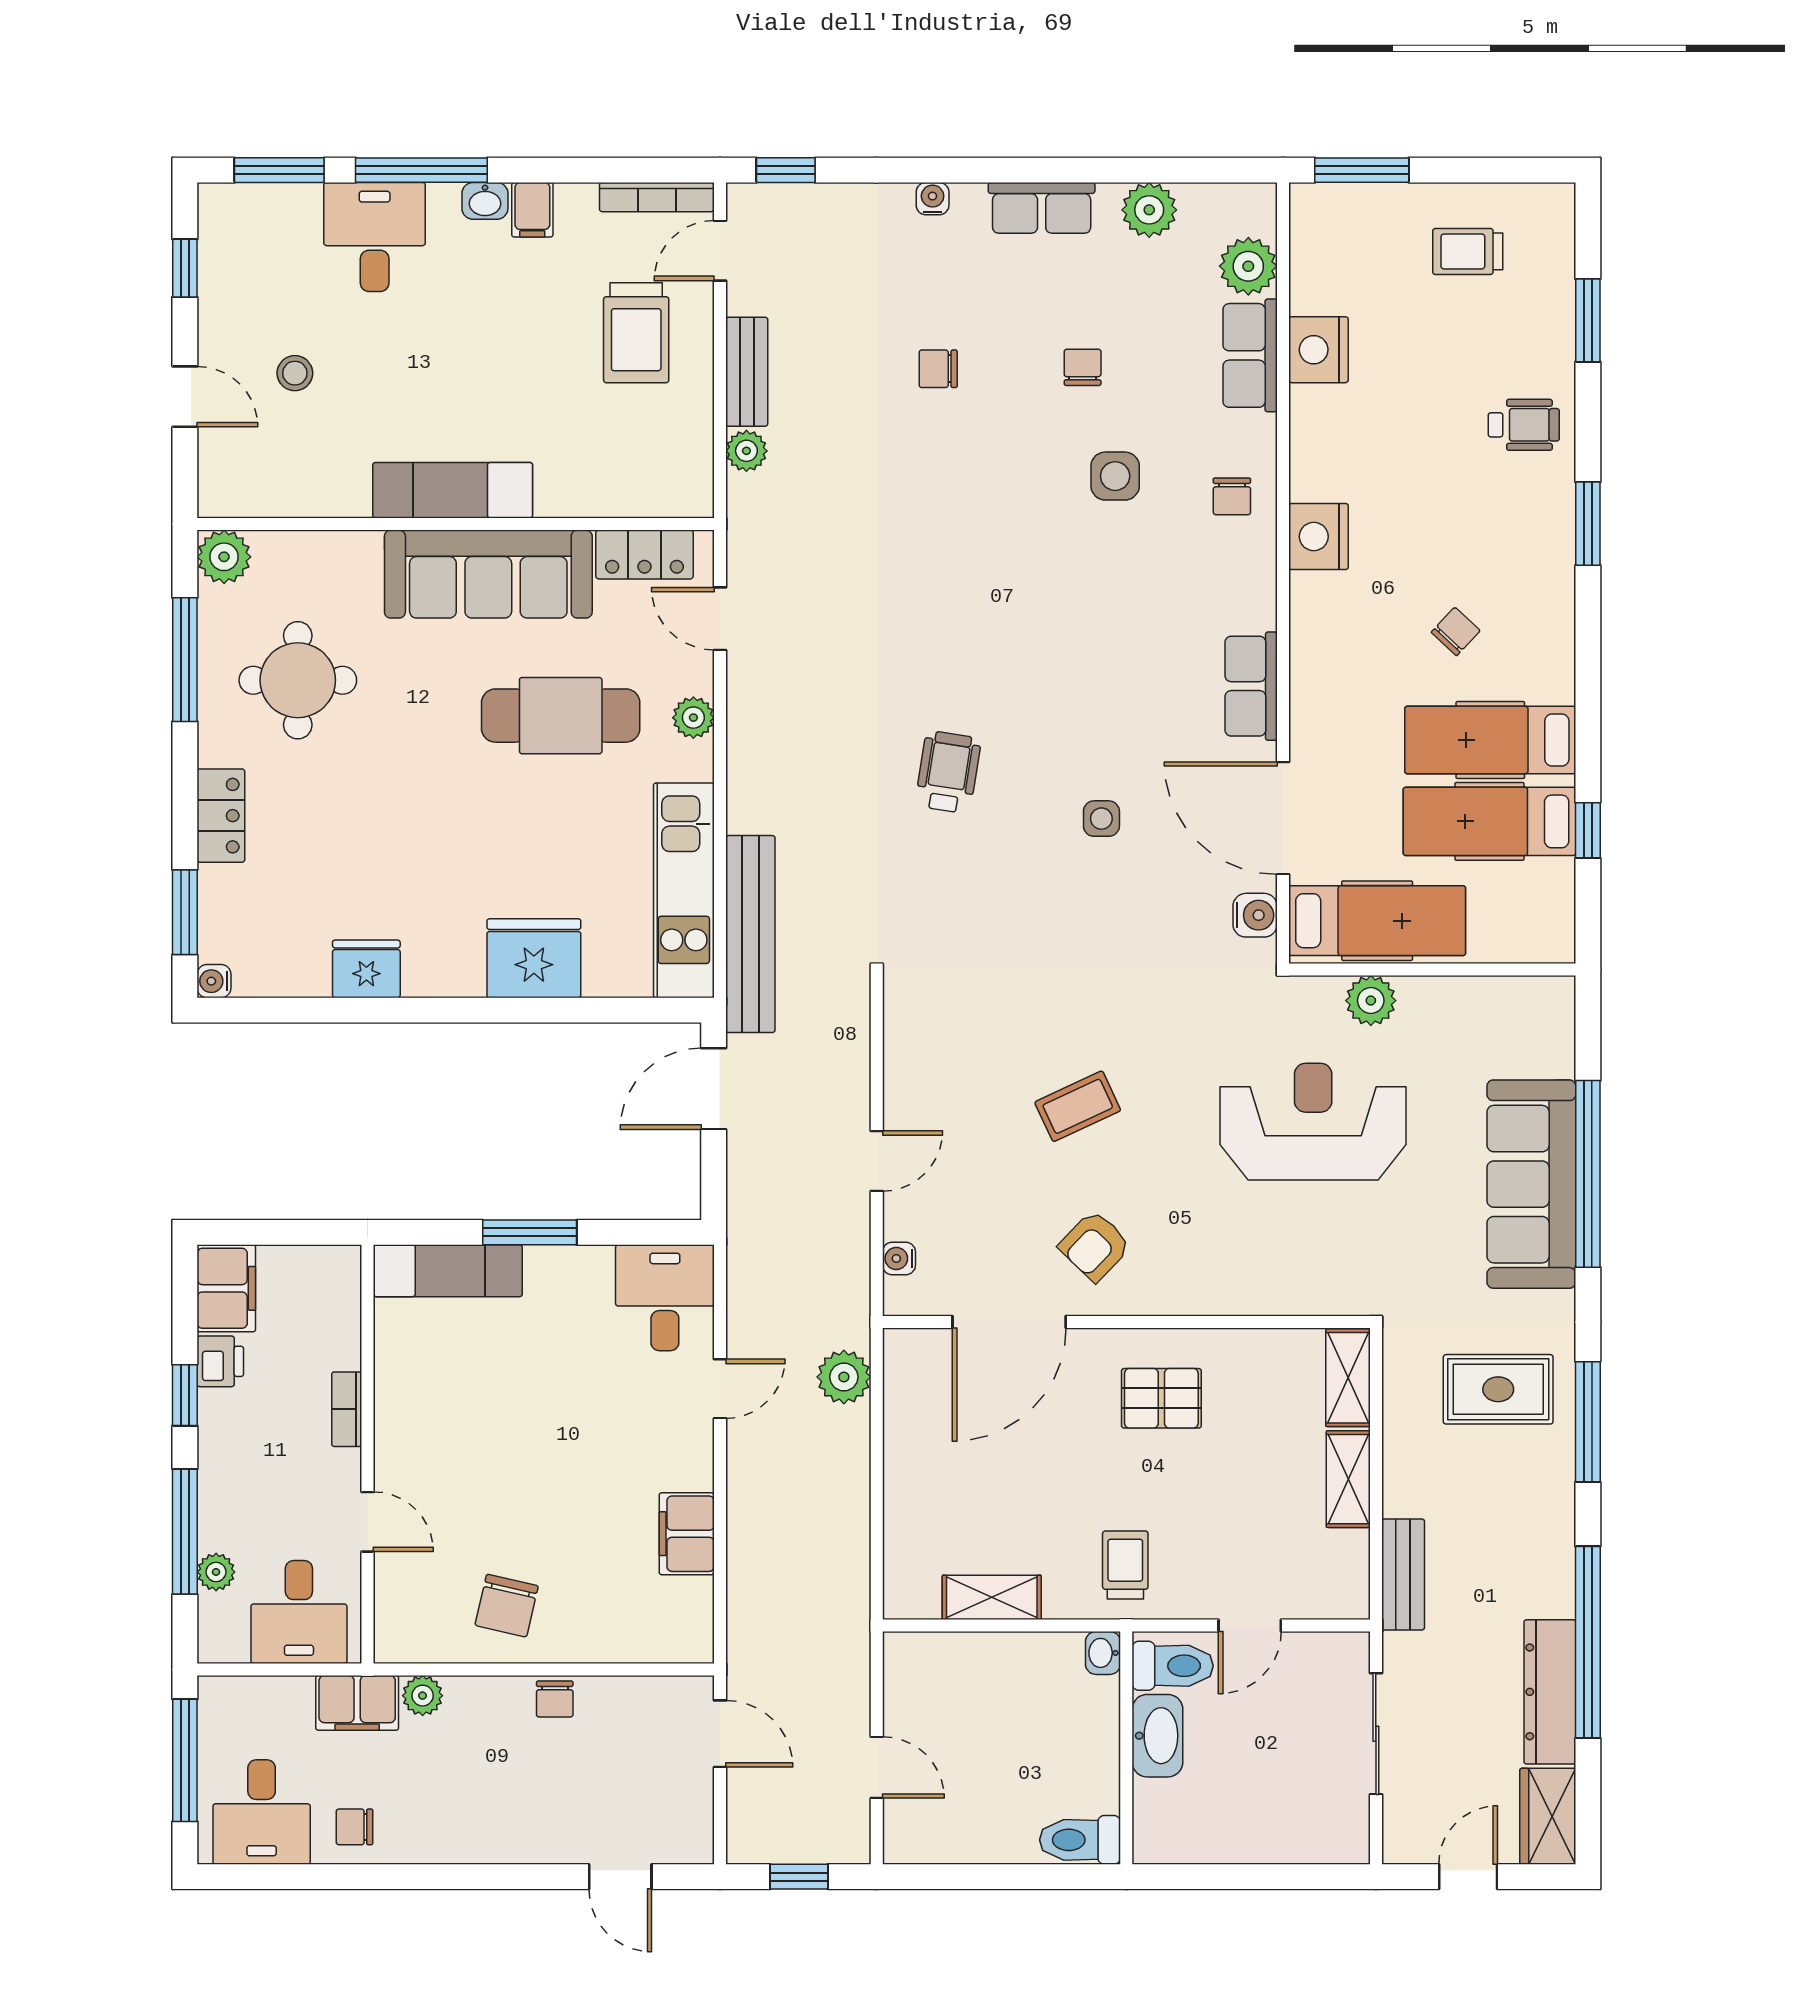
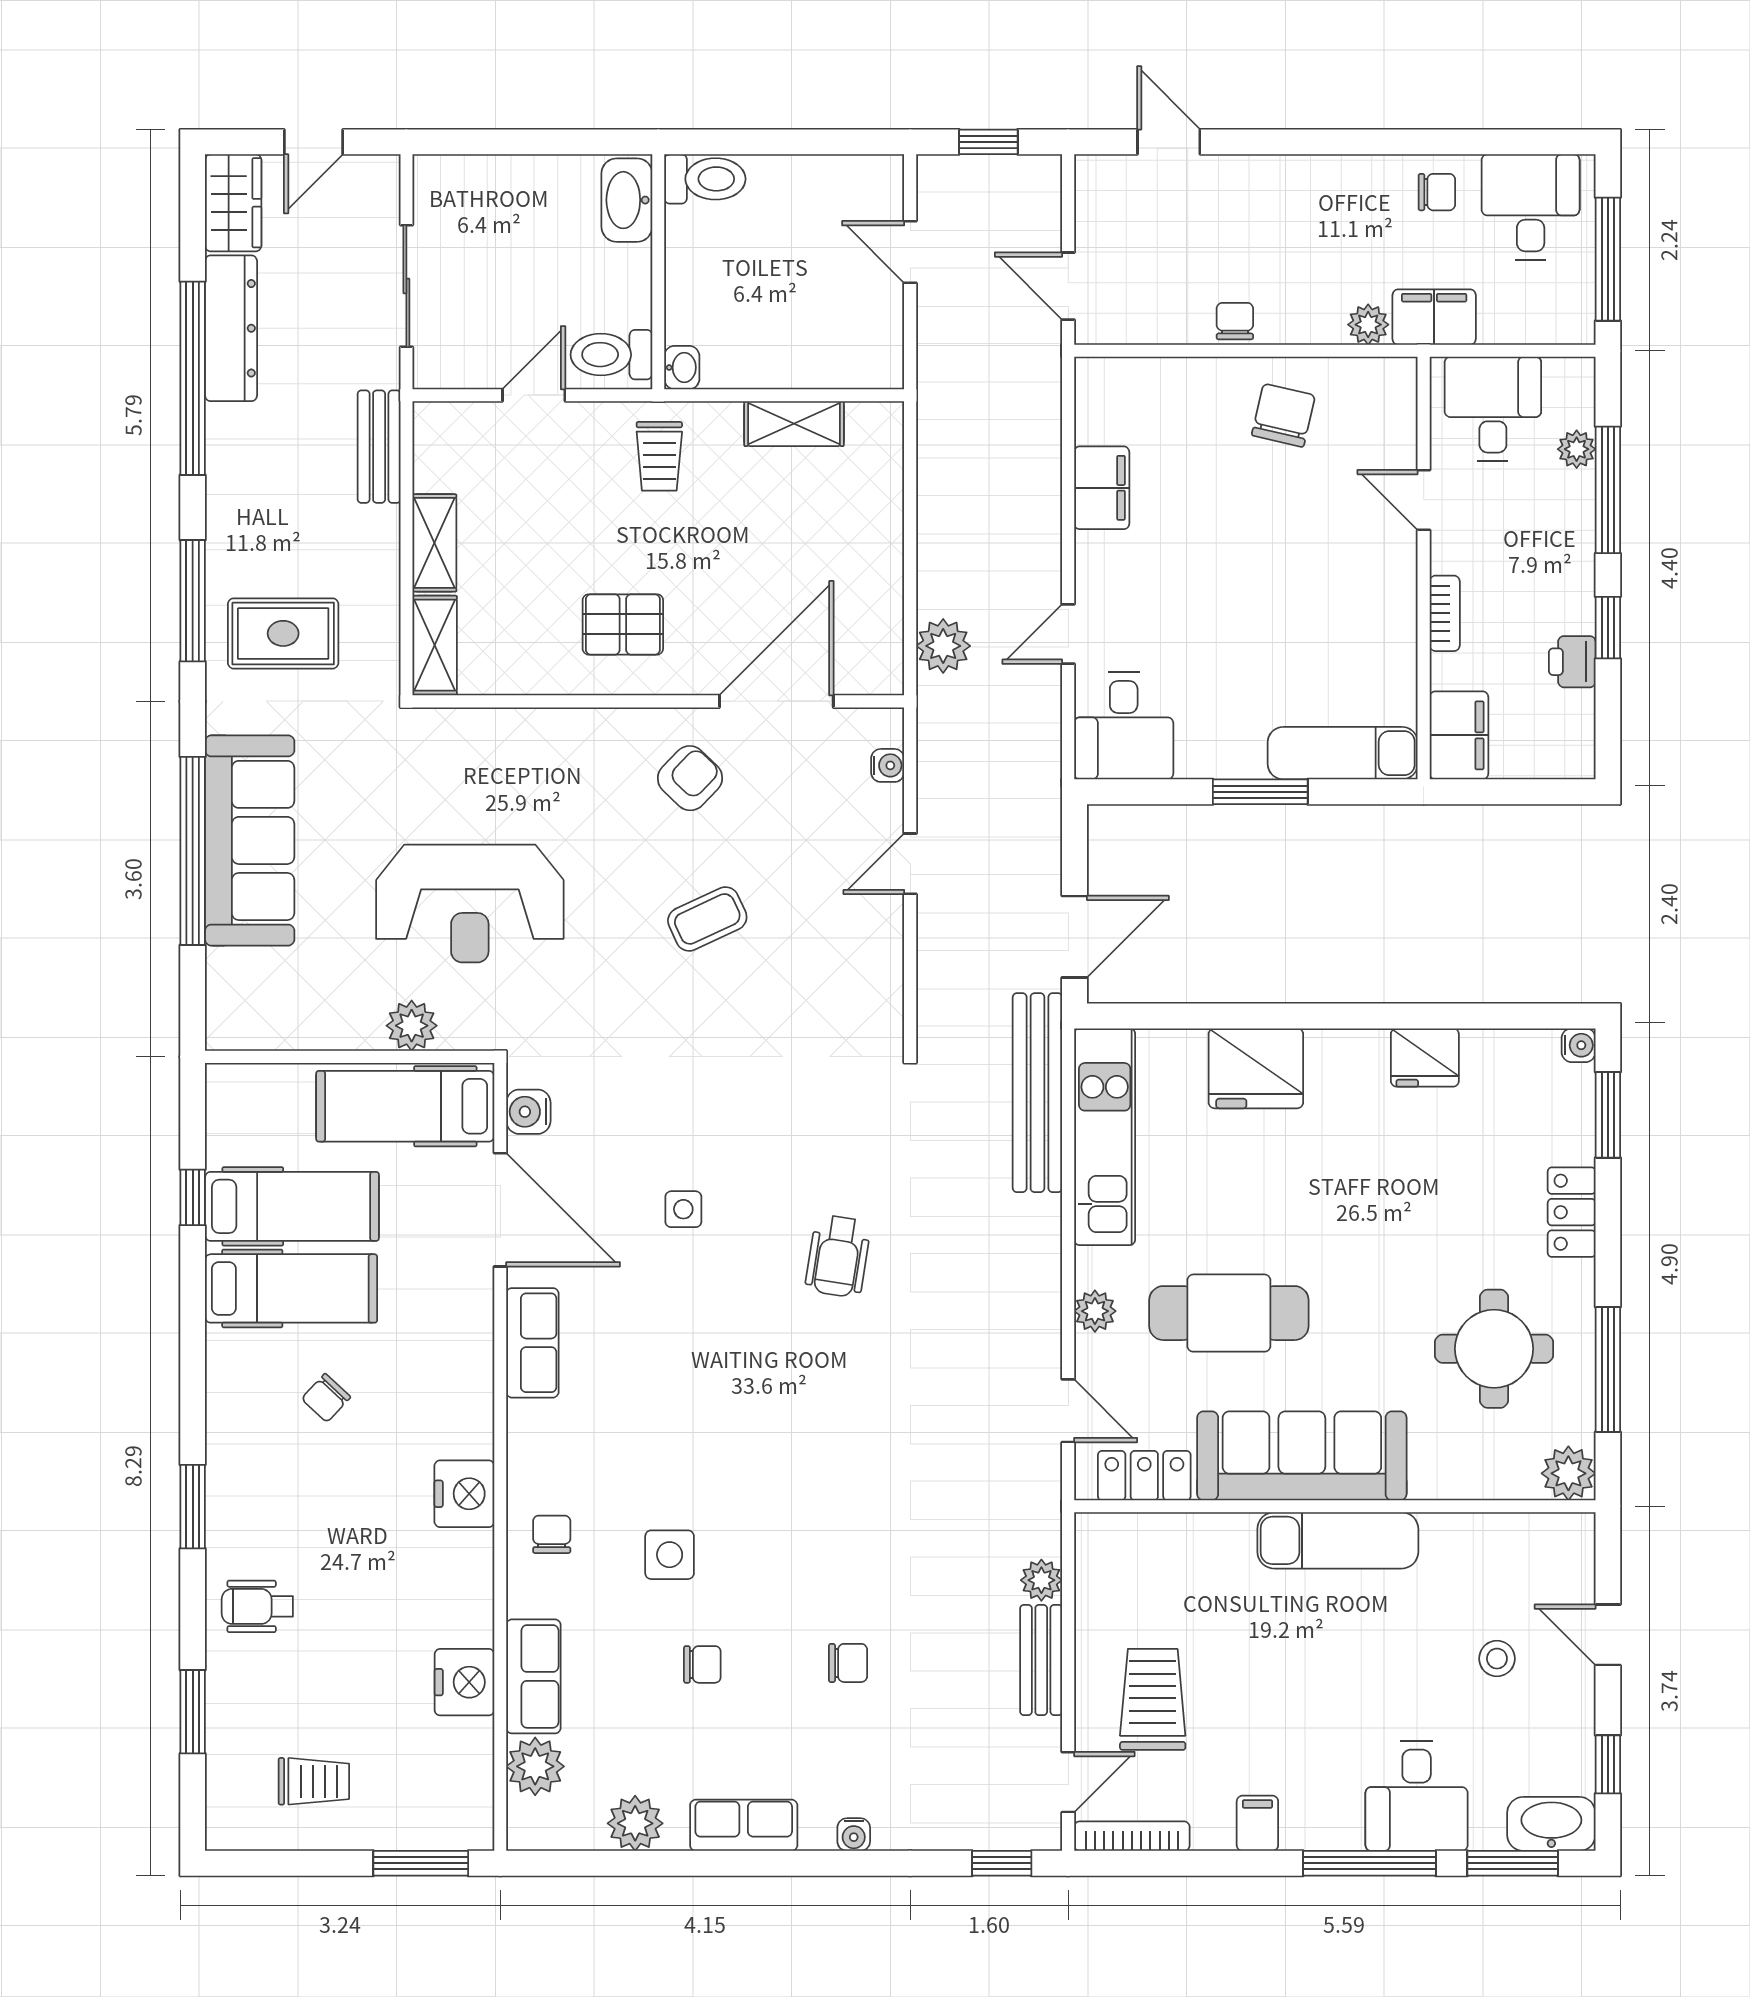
washbasin: (485, 201) -> (1551, 1824), moved, width x1.91, depth x1.45
chair: (1083, 367) -> (702, 1664), turned -90
filing cabinet: (226, 1288) -> (1459, 735), moved, turned 180
washbasin: (1157, 1736) -> (627, 200), moved

